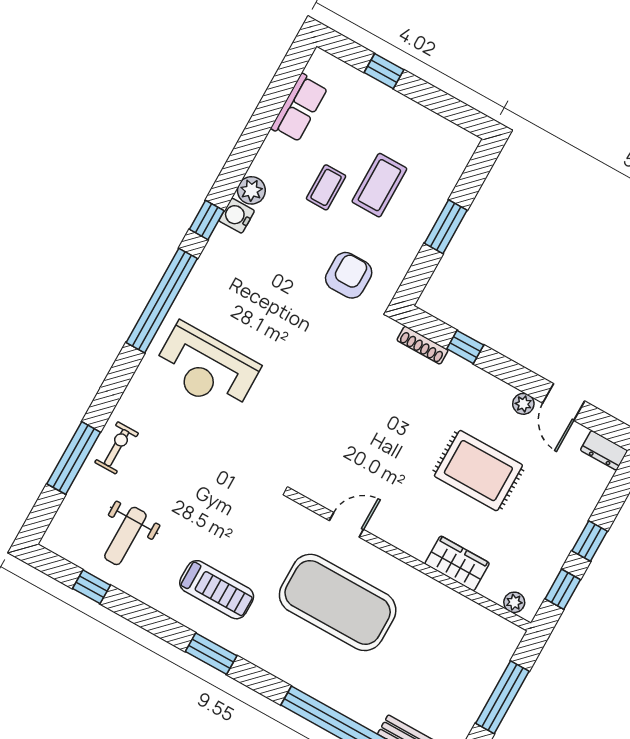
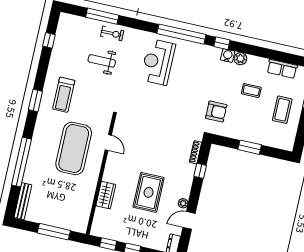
coffee table: (379, 185) -> (282, 110), moved, turned 90
weight bench: (125, 536) -> (102, 61), moved
plant: (514, 602) -> (96, 225), removed

